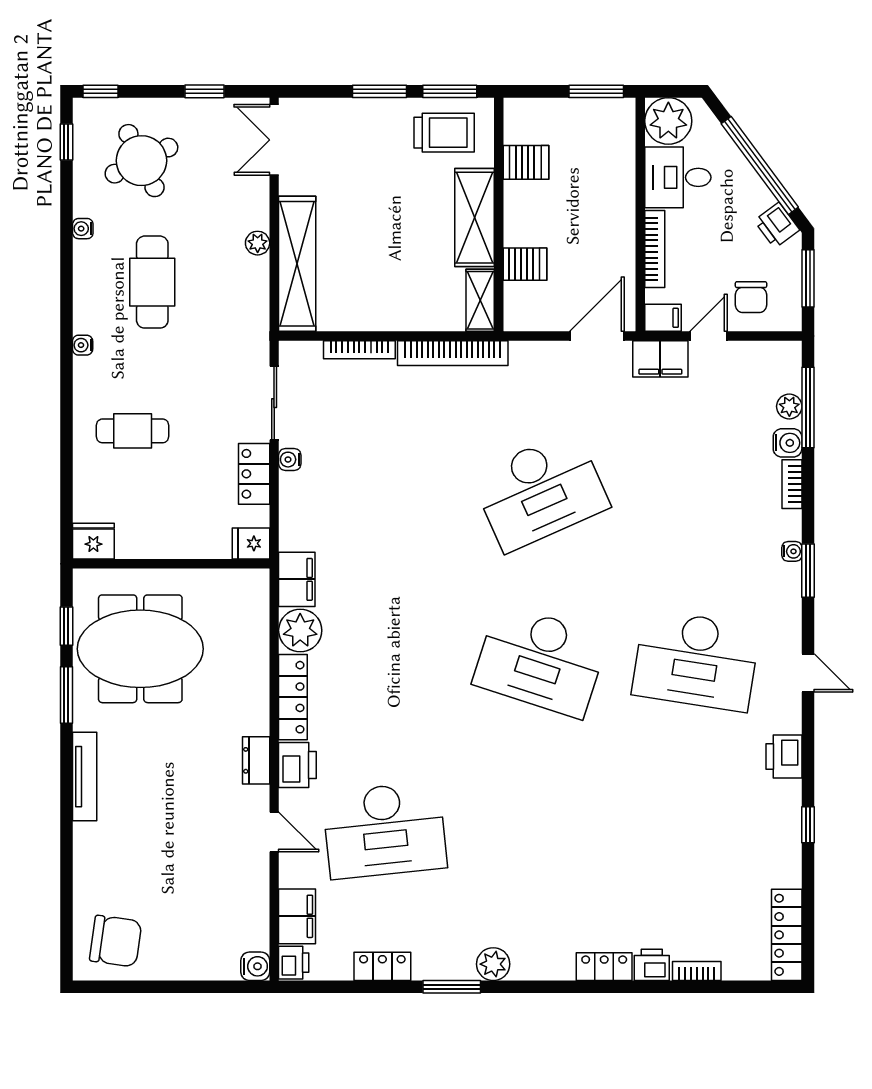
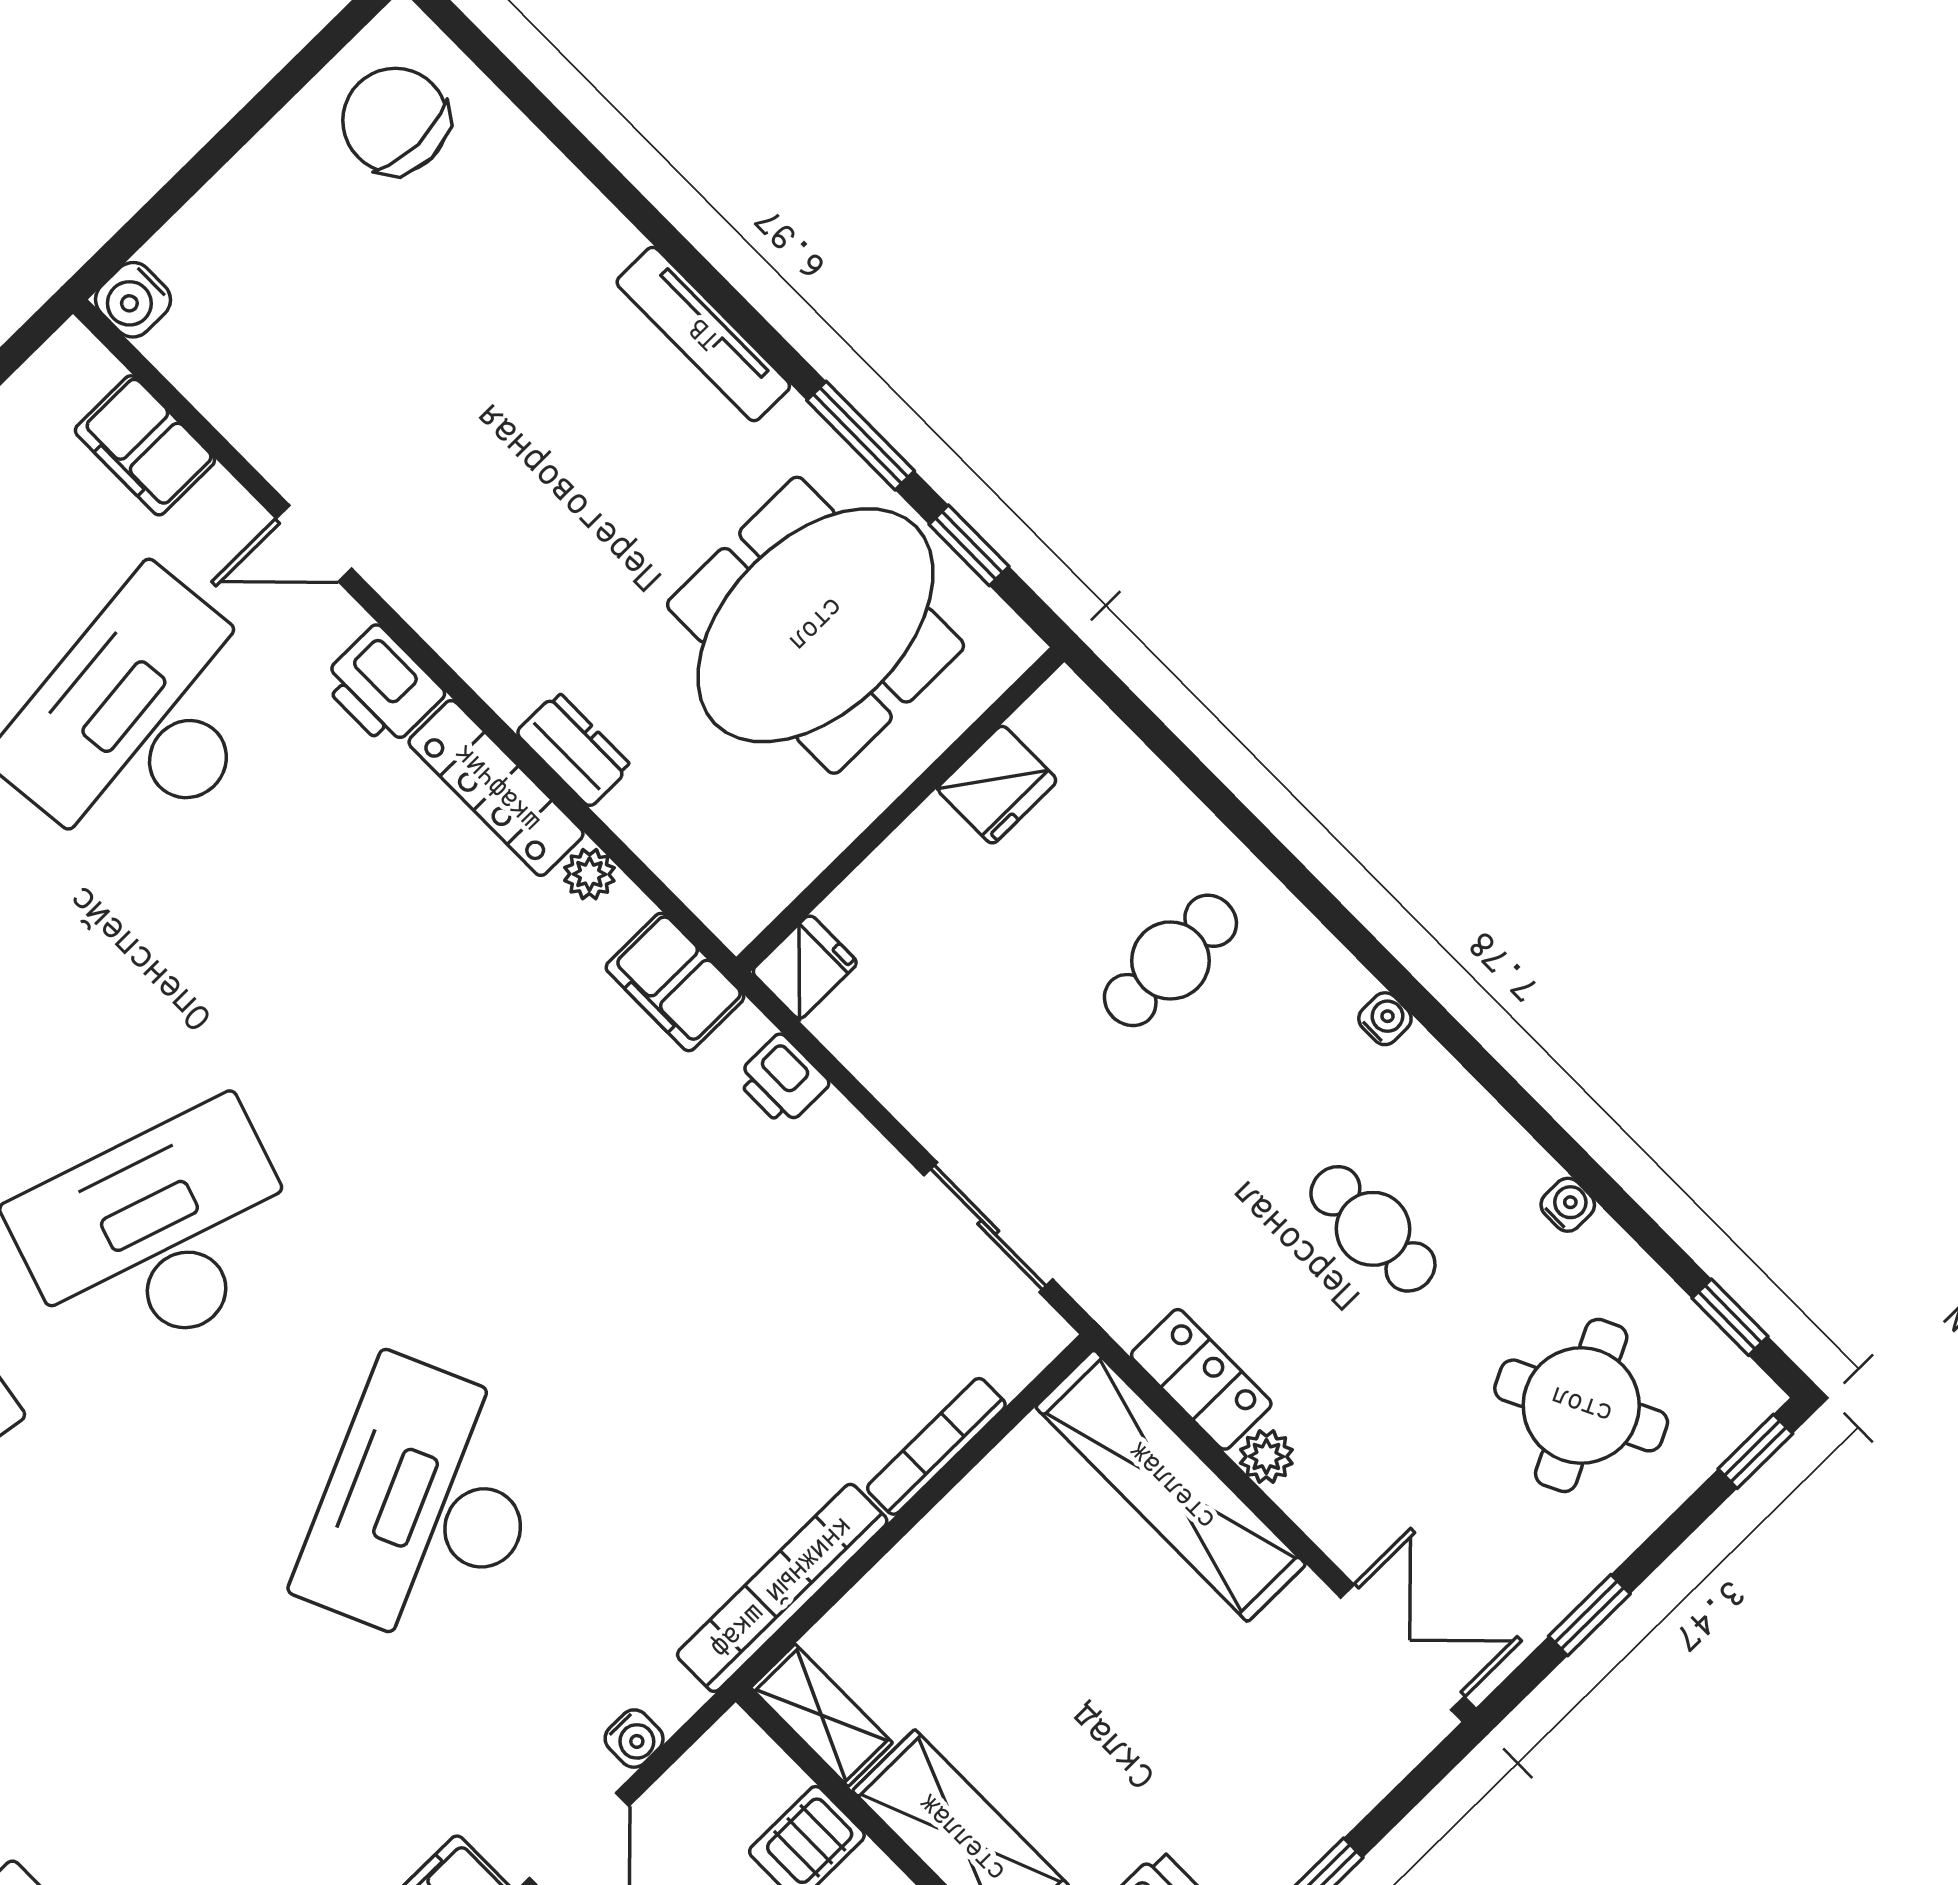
cafe table: (152, 282) -> (1373, 1229), width x0.73, depth x0.74
water cooler: (290, 460) -> (634, 1739), moved, turned 90
locker: (254, 474) -> (1201, 1379), moved
fridge: (93, 541) -> (997, 785), moved
plant: (300, 630) -> (589, 874), width x0.53, depth x0.53
dresser: (256, 760) -> (574, 750), moved
chair: (116, 941) -> (395, 121), turned 82
printer: (294, 963) -> (782, 1081), moved

